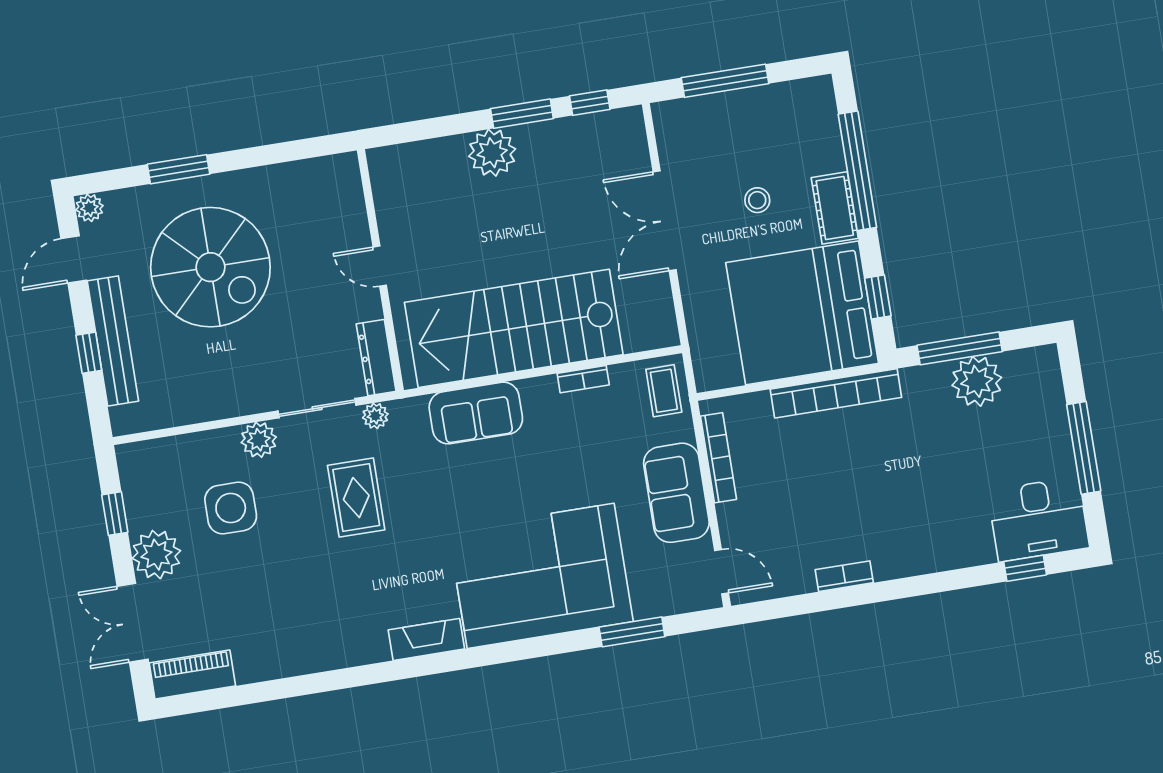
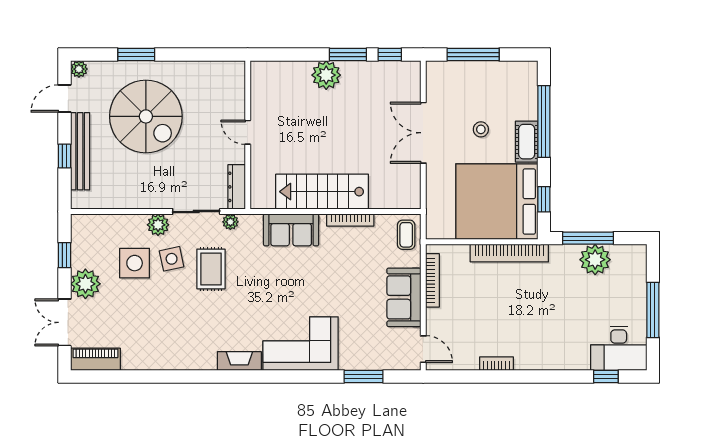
stairs: (514, 328) -> (322, 192), width x0.73, depth x0.66
bookcase: (583, 379) -> (350, 220), width x1.56
side table: (290, 491) -> (172, 259), added
corner sofa: (541, 576) -> (301, 344), width x0.73, depth x0.74

